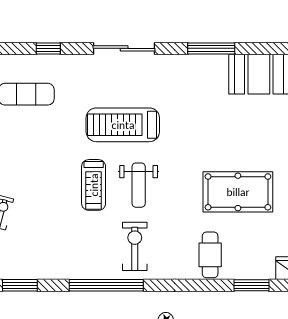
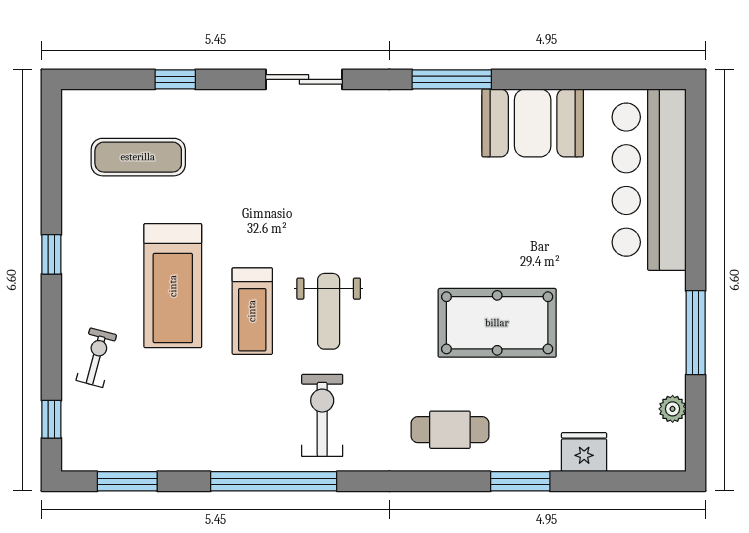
sliding door: (124, 48) -> (304, 79), width x0.73
treadmill: (123, 125) -> (173, 286), moved, turned -90
cafe table: (210, 255) -> (450, 430), turned 90

